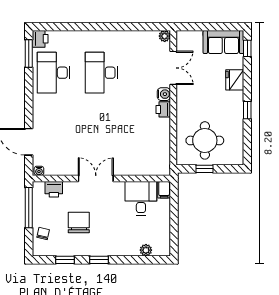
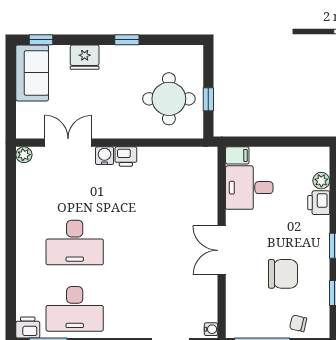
printer: (54, 189) -> (319, 203), moved, turned 180
chair: (79, 223) -> (283, 274), turned 180

